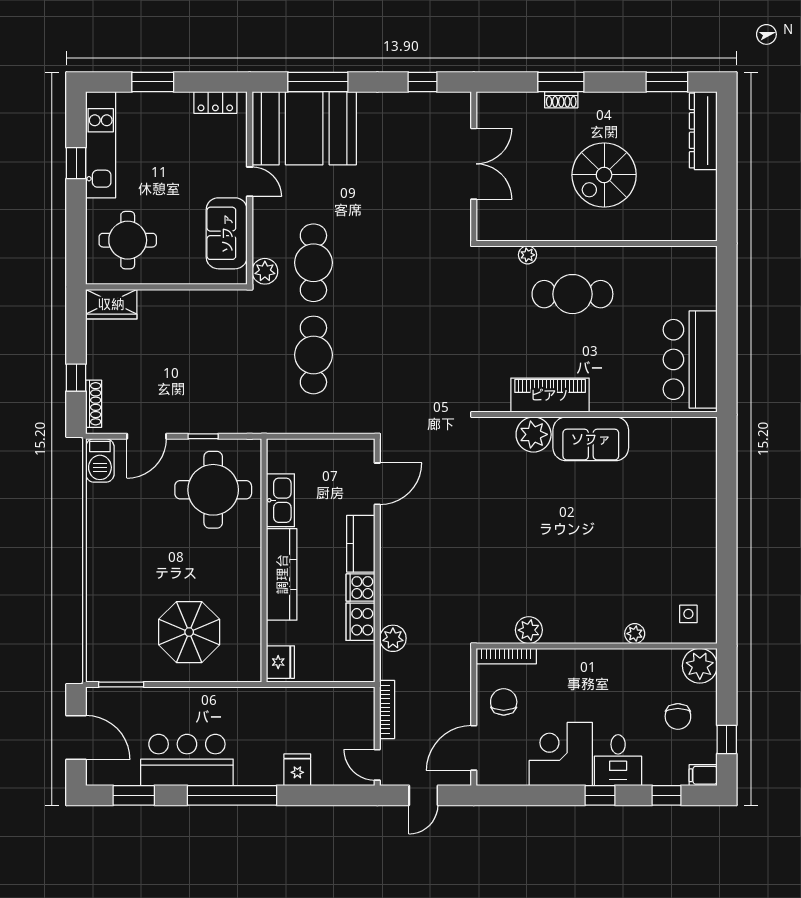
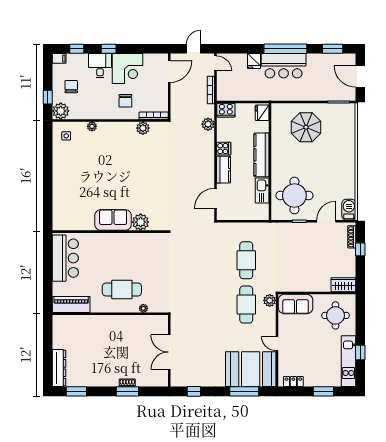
spiral stairs: (604, 175) -> (107, 347), removed
sofa: (227, 233) -> (296, 304), moved, turned 90
piano: (550, 395) -> (71, 304), moved, turned 180
cooker: (360, 622) -> (226, 110), moved, turned 90
chair: (504, 702) -> (125, 101), moved
window: (727, 739) -> (48, 97), moved
bar counter: (187, 760) -> (284, 66), moved

